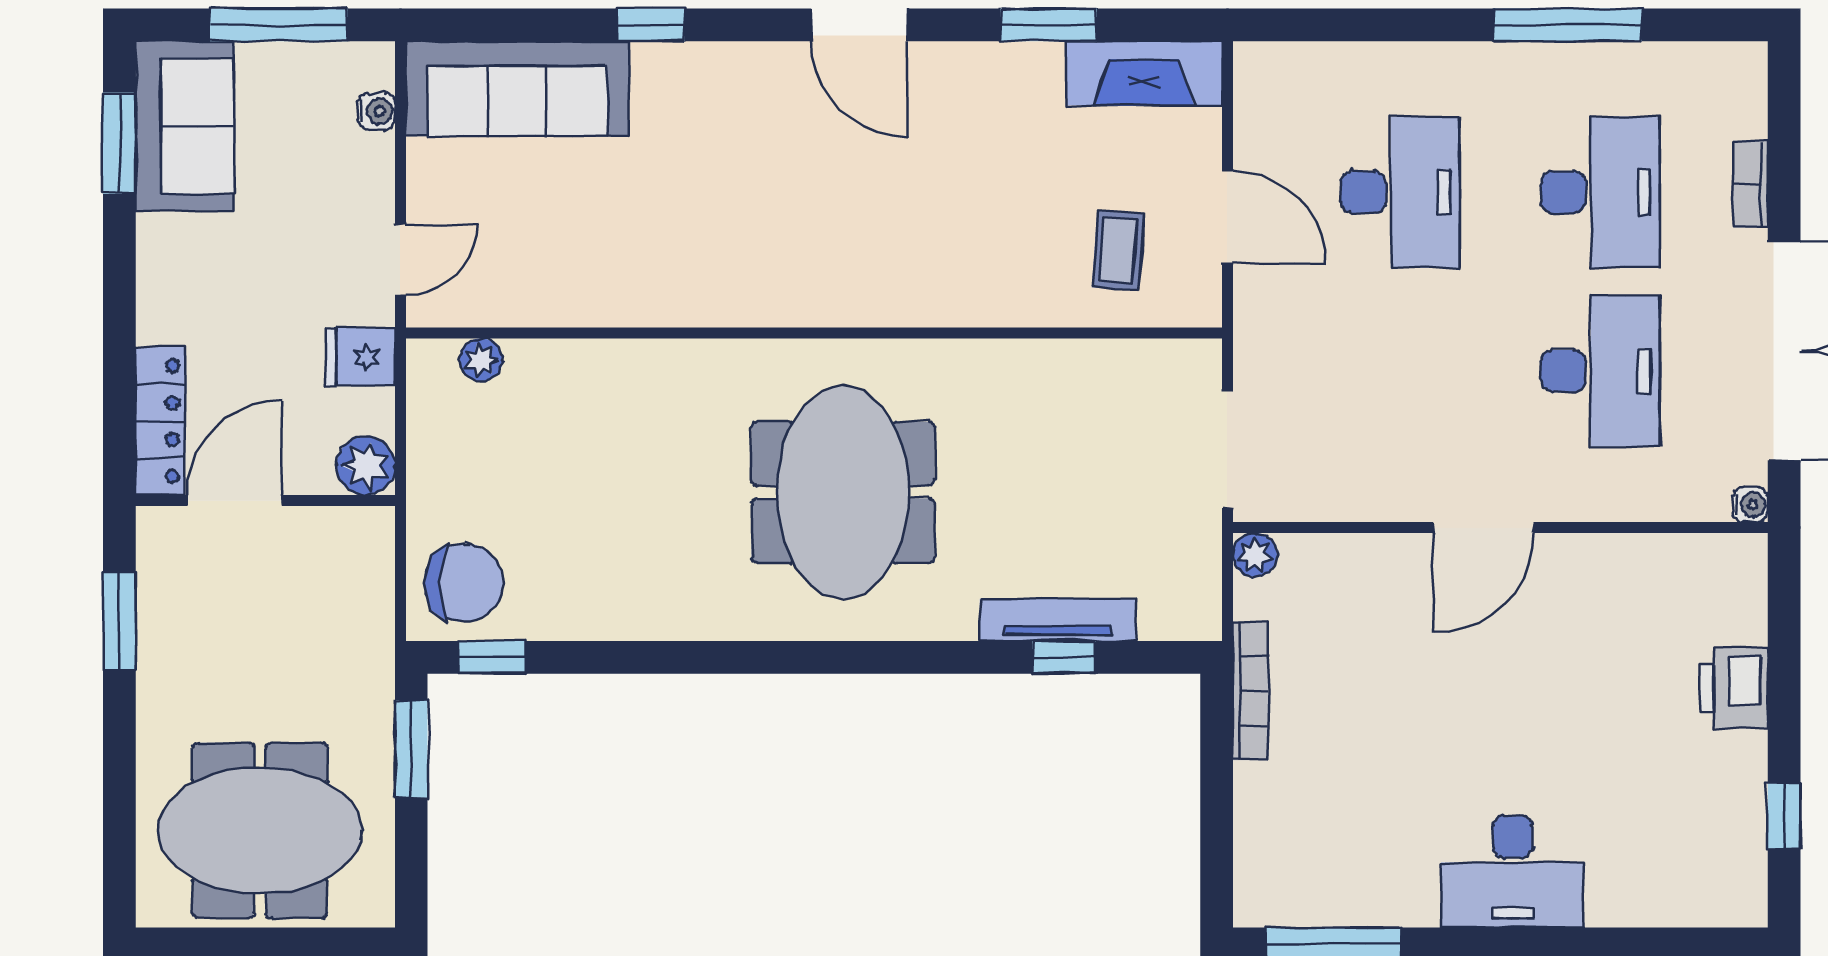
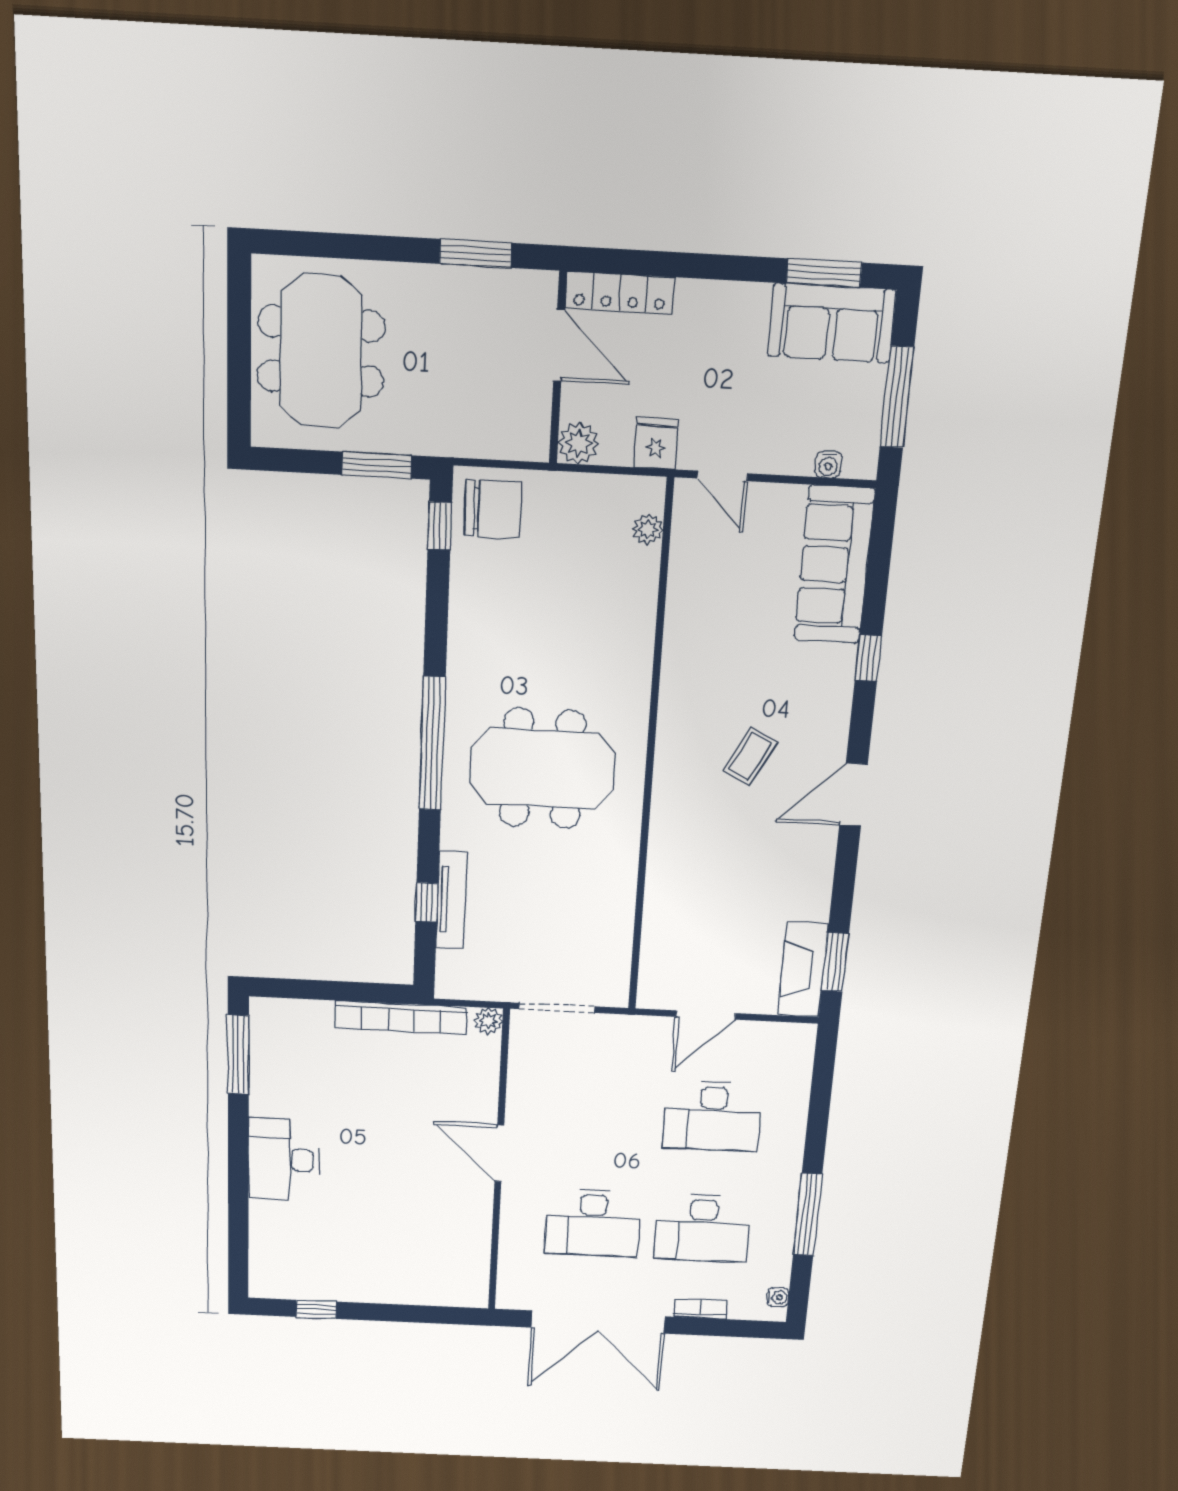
window: (1049, 25) -> (835, 962), moved
coffee table: (1118, 250) -> (750, 757), moved, turned -66
water cooler: (1750, 505) -> (778, 1297), moved, turned -90
chair: (464, 583) -> (493, 509), turned -90
window: (814, 657) -> (432, 744), added
printer: (1734, 688) -> (395, 1286), removed
bookcase: (1251, 691) -> (401, 1017), width x1.48, depth x1.31

